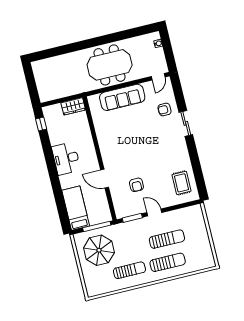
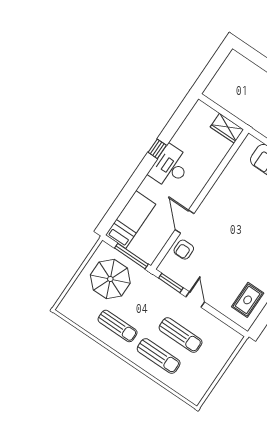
window: (41, 124) -> (157, 149), moved
armchair: (136, 185) -> (184, 250), moved

